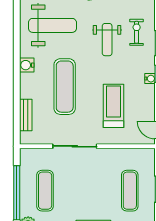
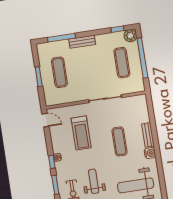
exercise mat: (65, 87) -> (120, 141), width x0.73, depth x0.69
bench: (26, 115) -> (148, 135), moved

